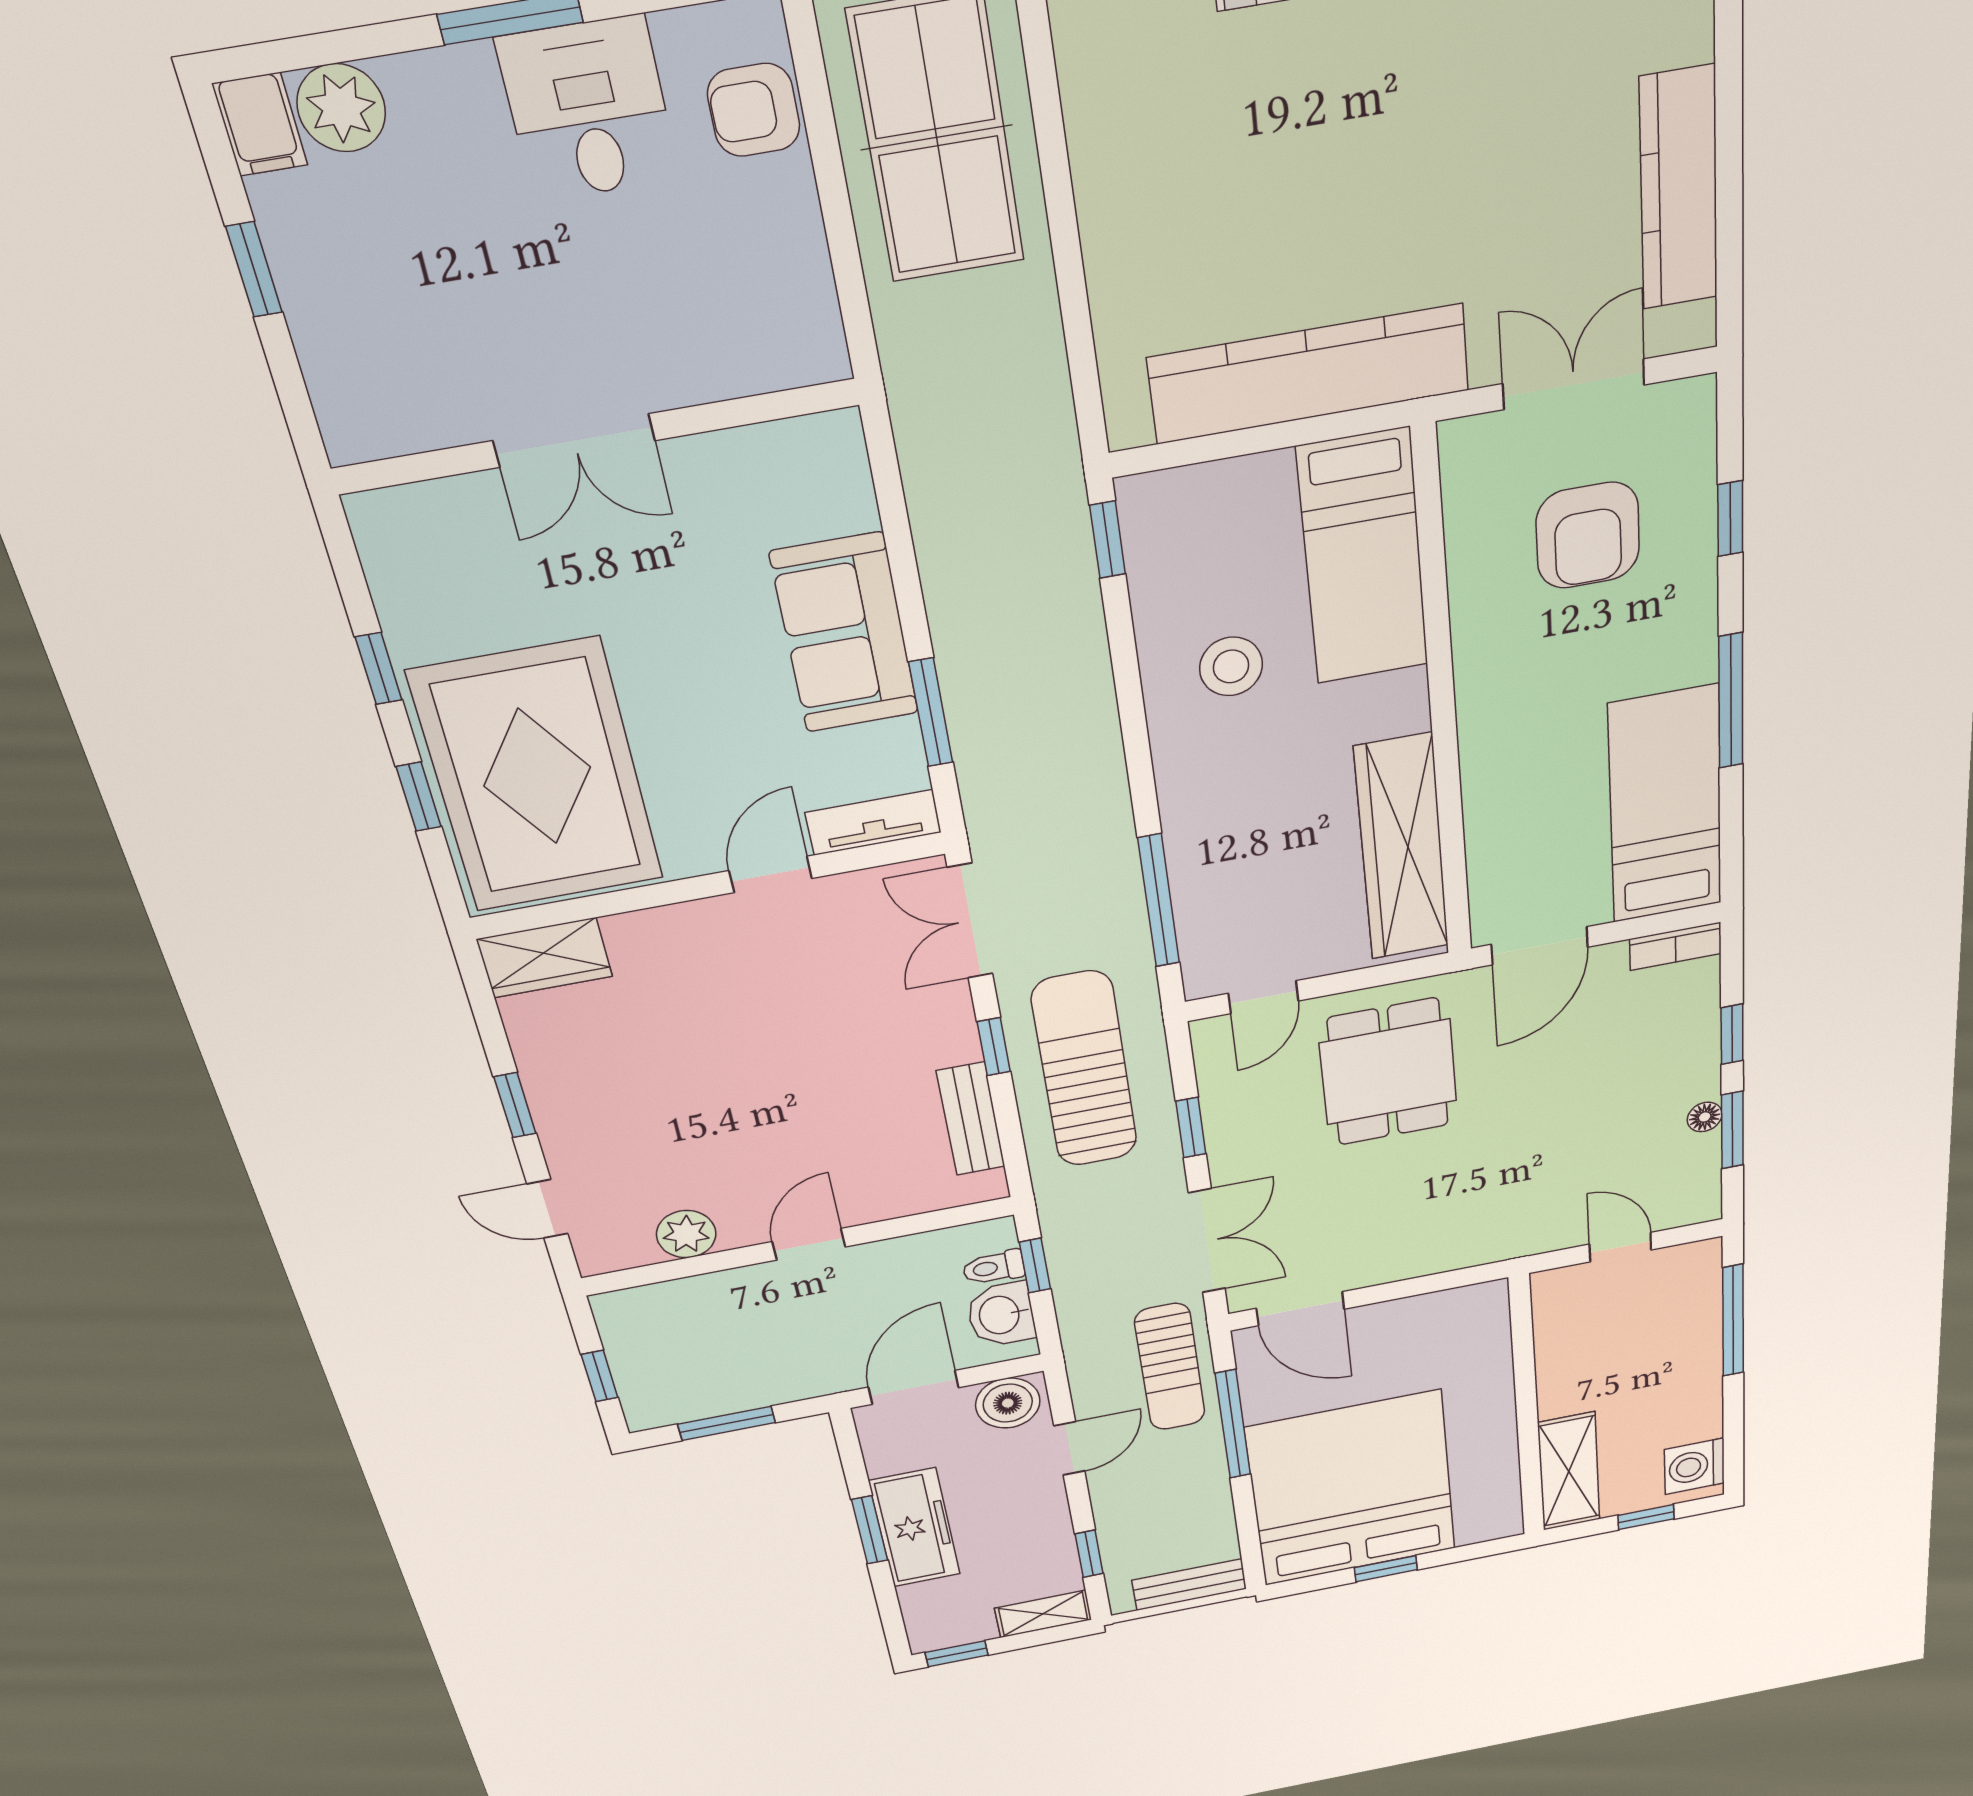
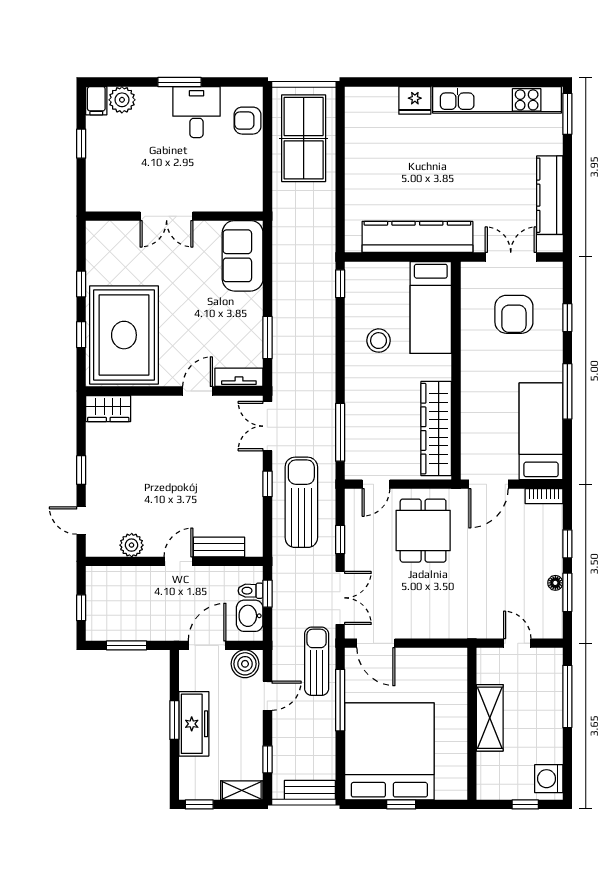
sofa: (845, 633) -> (243, 256), moved
bench: (971, 1119) -> (219, 547), moved, turned 90
sun lounger: (1170, 1367) -> (317, 661), turned 180
shelving: (1569, 1471) -> (490, 718), moved

